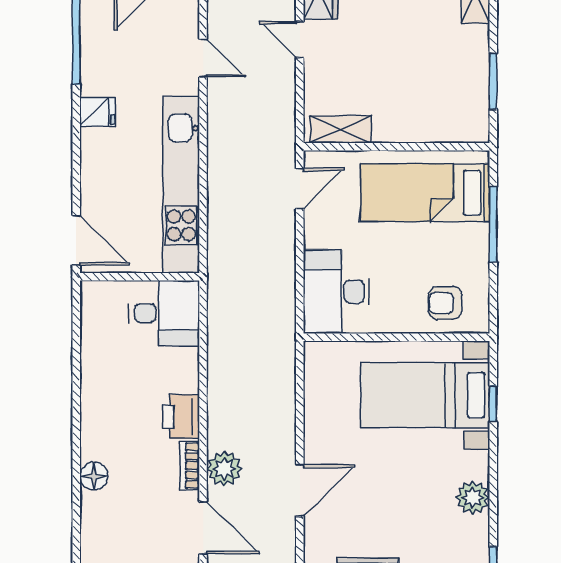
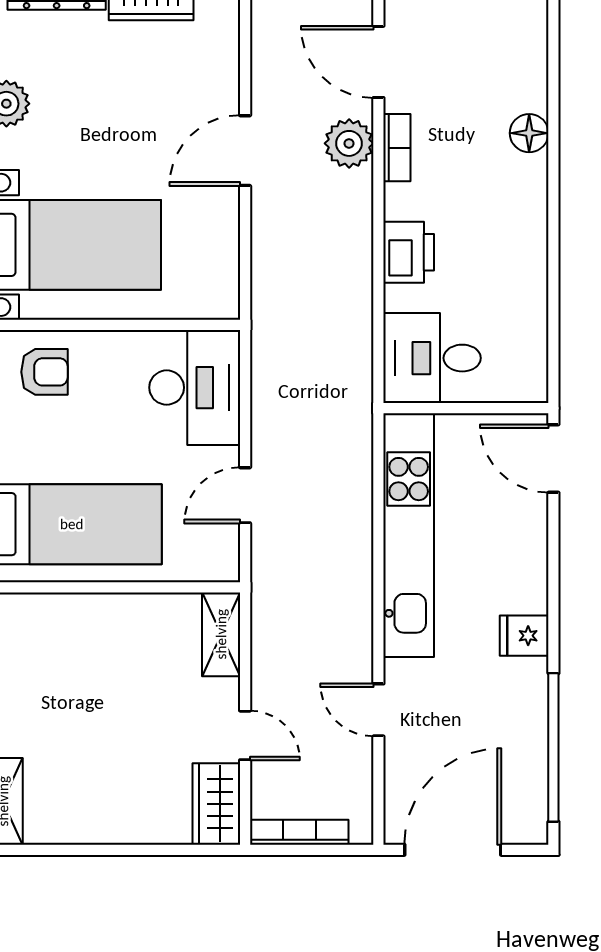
shelving: (341, 129) -> (221, 634), moved, turned 90
door: (300, 188) -> (245, 495), moved
printer: (181, 417) -> (409, 252), moved
door: (300, 491) -> (245, 151), moved

